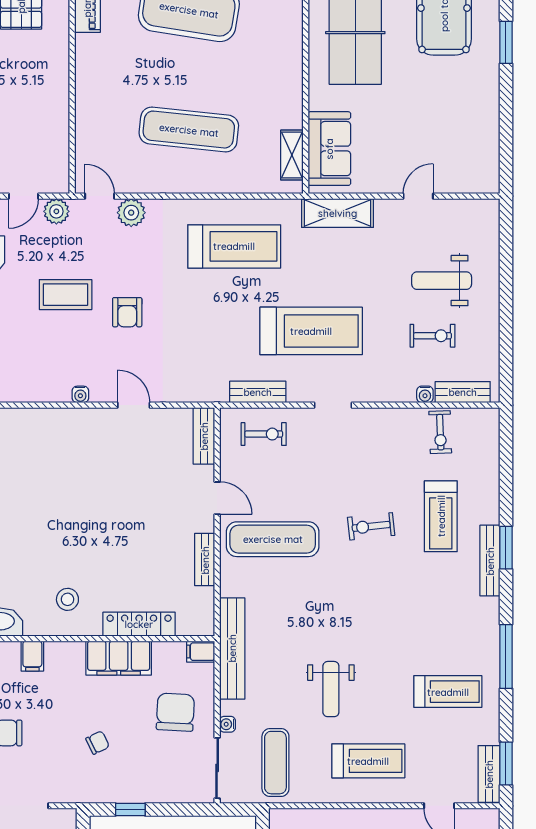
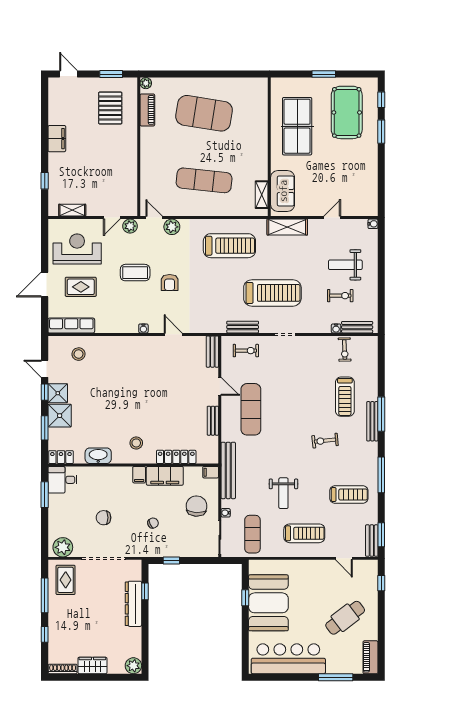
water cooler: (491, 207) -> (373, 224), added
exercise bike: (371, 526) -> (325, 441), moved
exercise mat: (273, 539) -> (251, 409), turned 90
window: (506, 548) -> (381, 414), width x1.44
filing cabinet: (32, 656) -> (139, 475), moved

